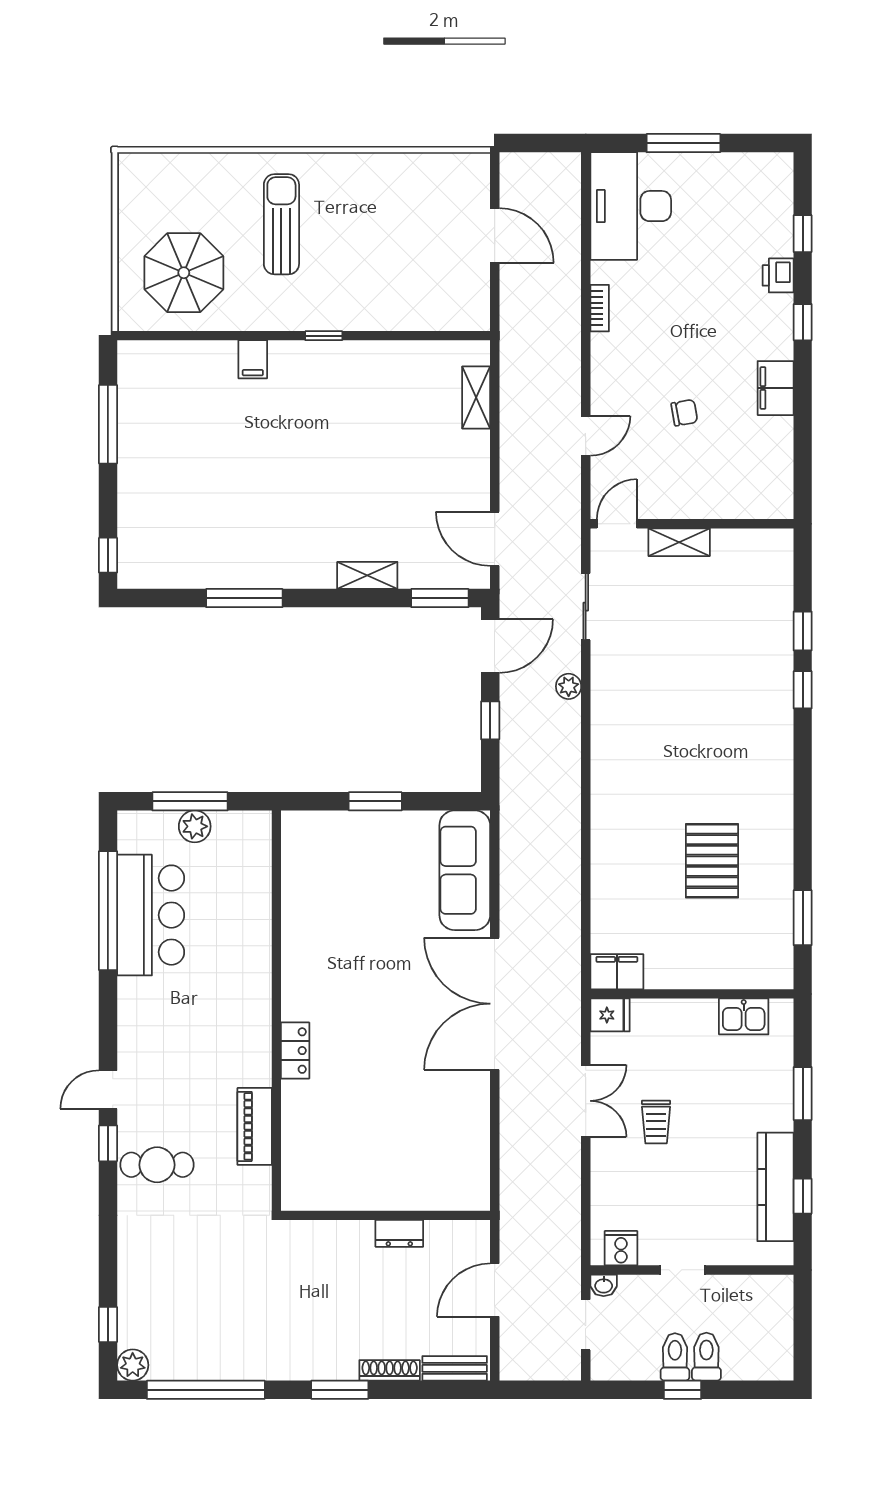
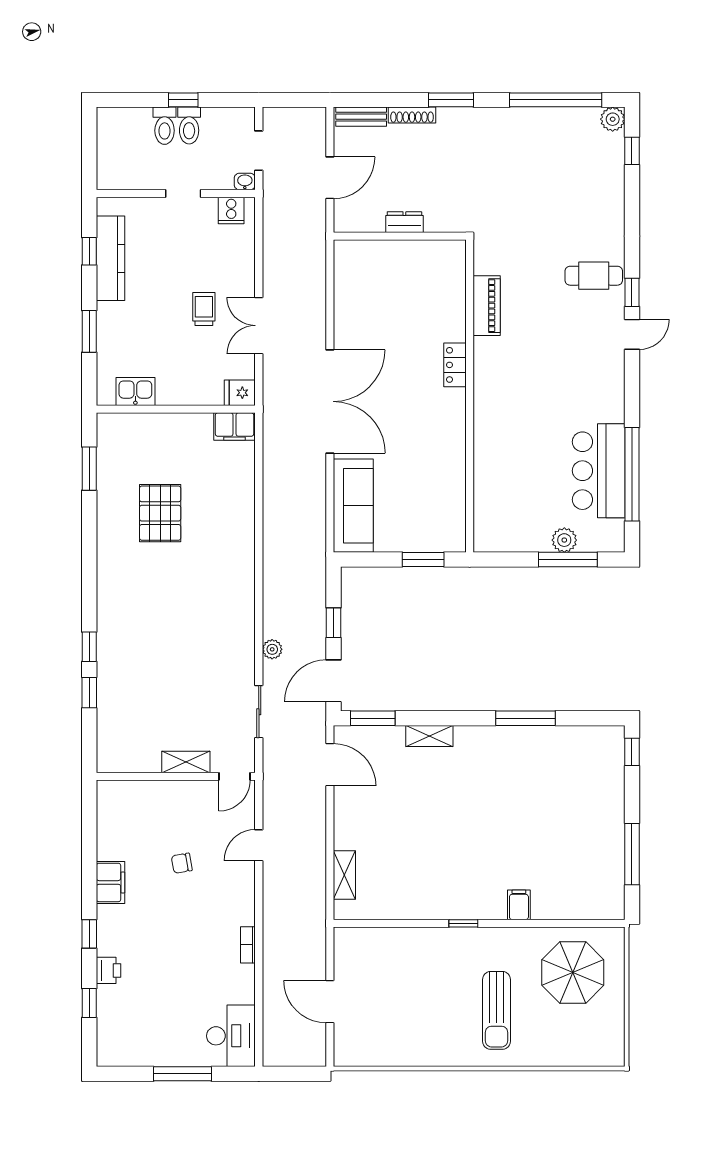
desk: (631, 206) -> (231, 1036), width x0.73, depth x0.77
wall: (276, 1011) -> (470, 396), moved
locker: (295, 1051) -> (455, 365), moved
piano: (255, 1126) -> (487, 306), moved

